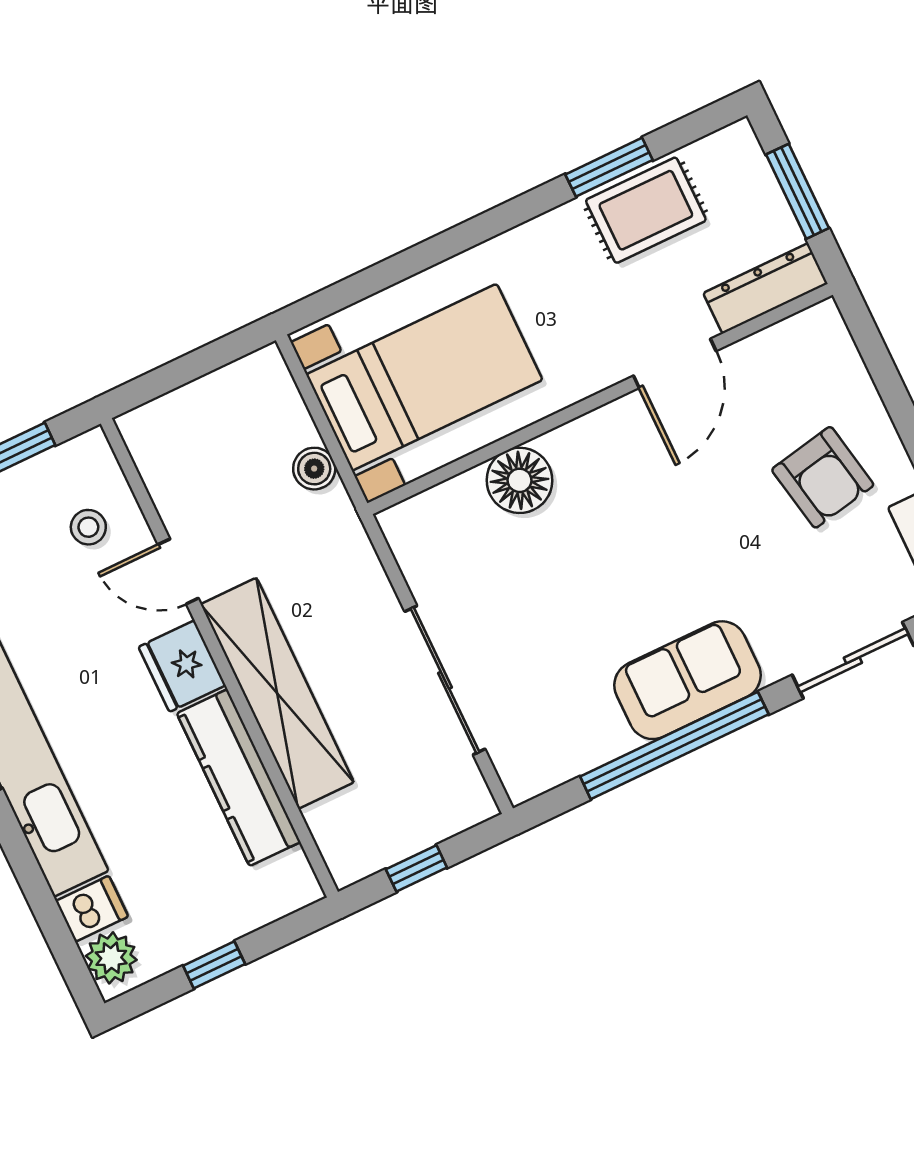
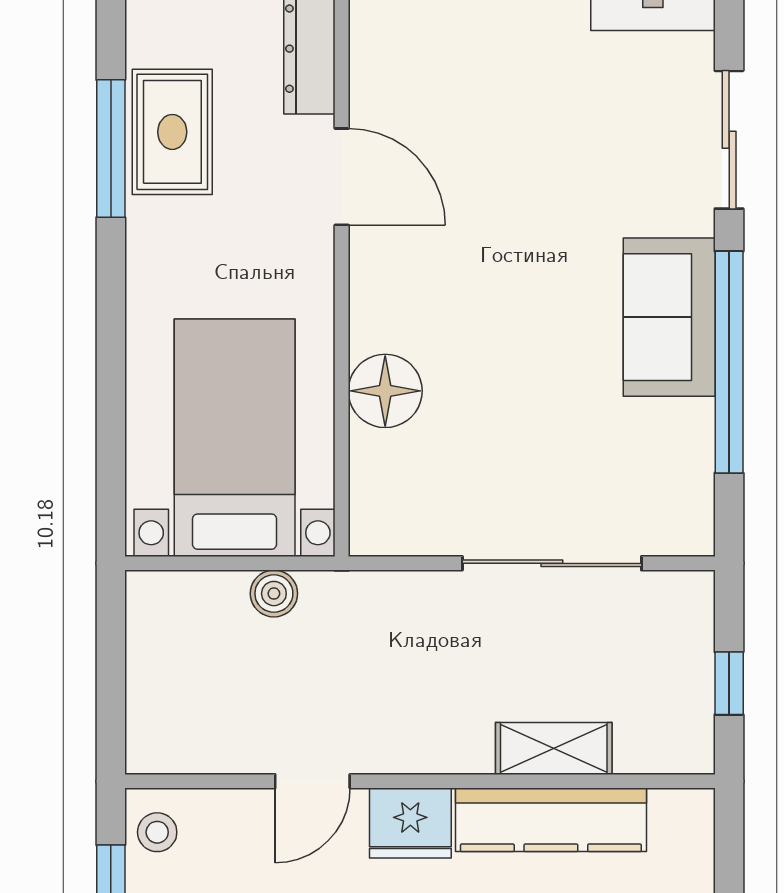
window: (609, 167) -> (111, 149), width x1.44
armchair: (823, 477) -> (529, 82), removed
stool: (88, 527) -> (157, 832), moved
shelving: (277, 693) -> (554, 748), width x0.45, depth x0.75

